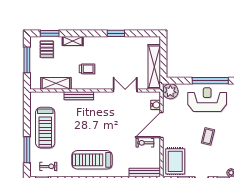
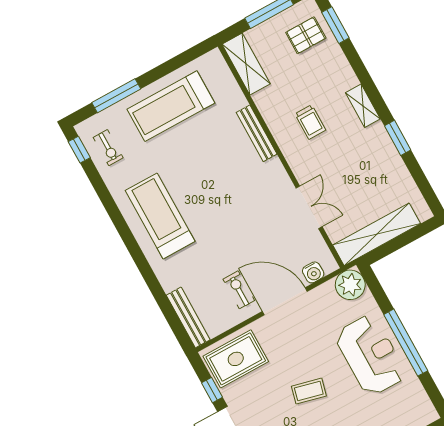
shelving: (73, 41) -> (363, 106), moved
shelving: (56, 83) -> (246, 64), moved

